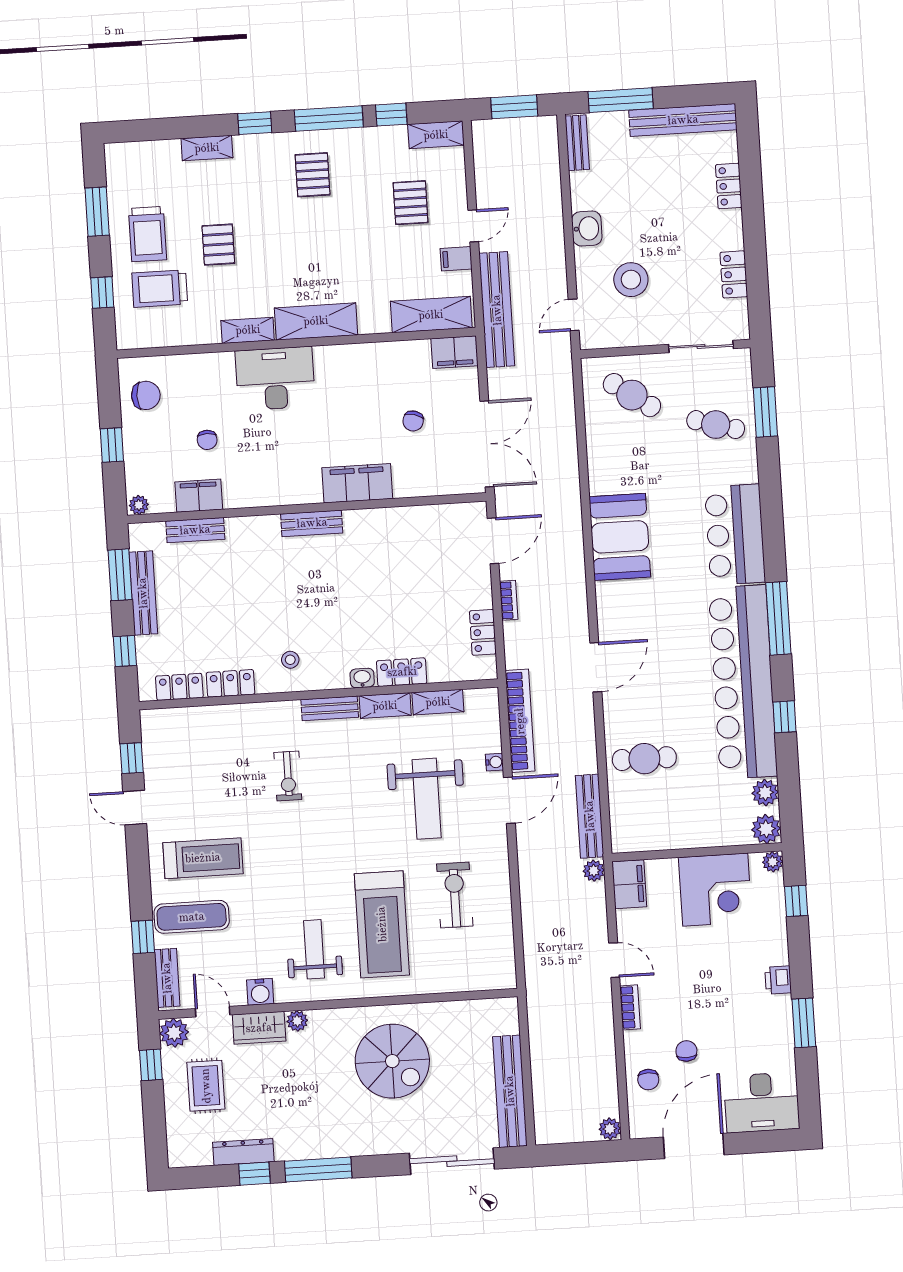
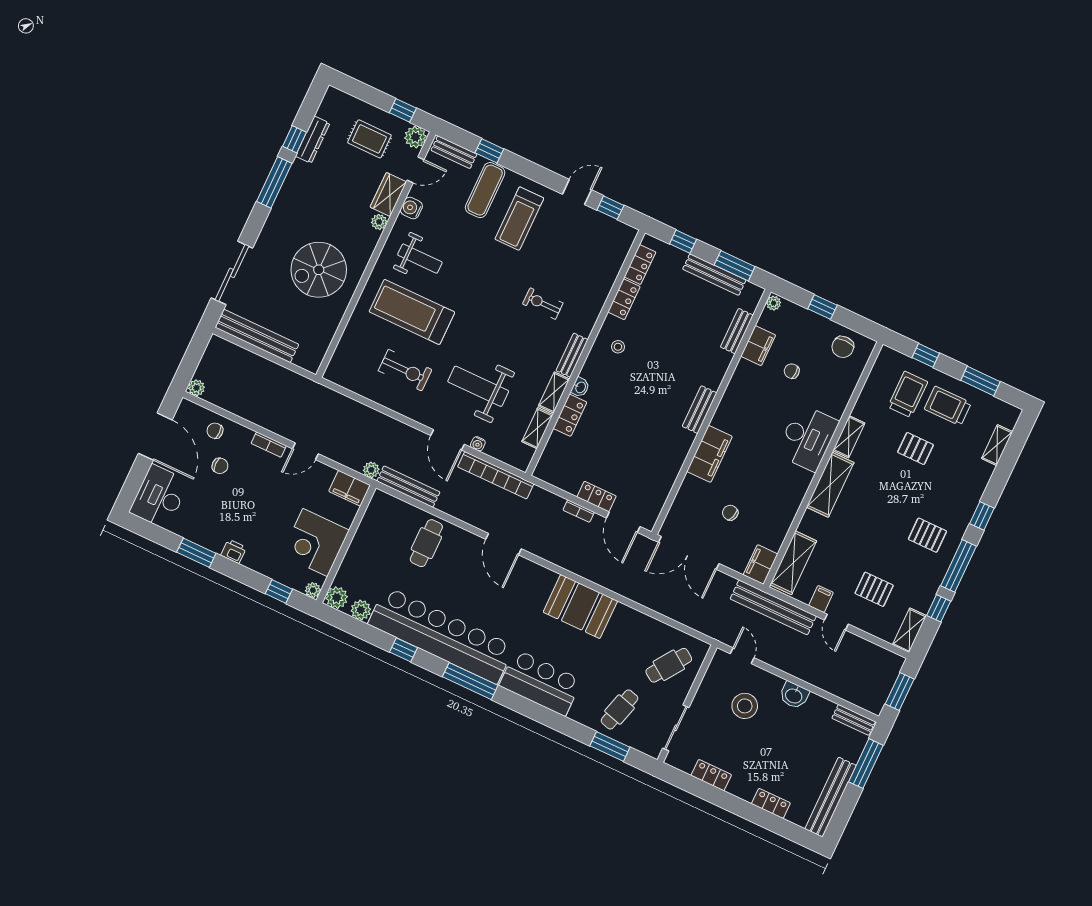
shelving: (207, 148) -> (997, 445), moved
locker: (483, 632) -> (597, 497), moved

